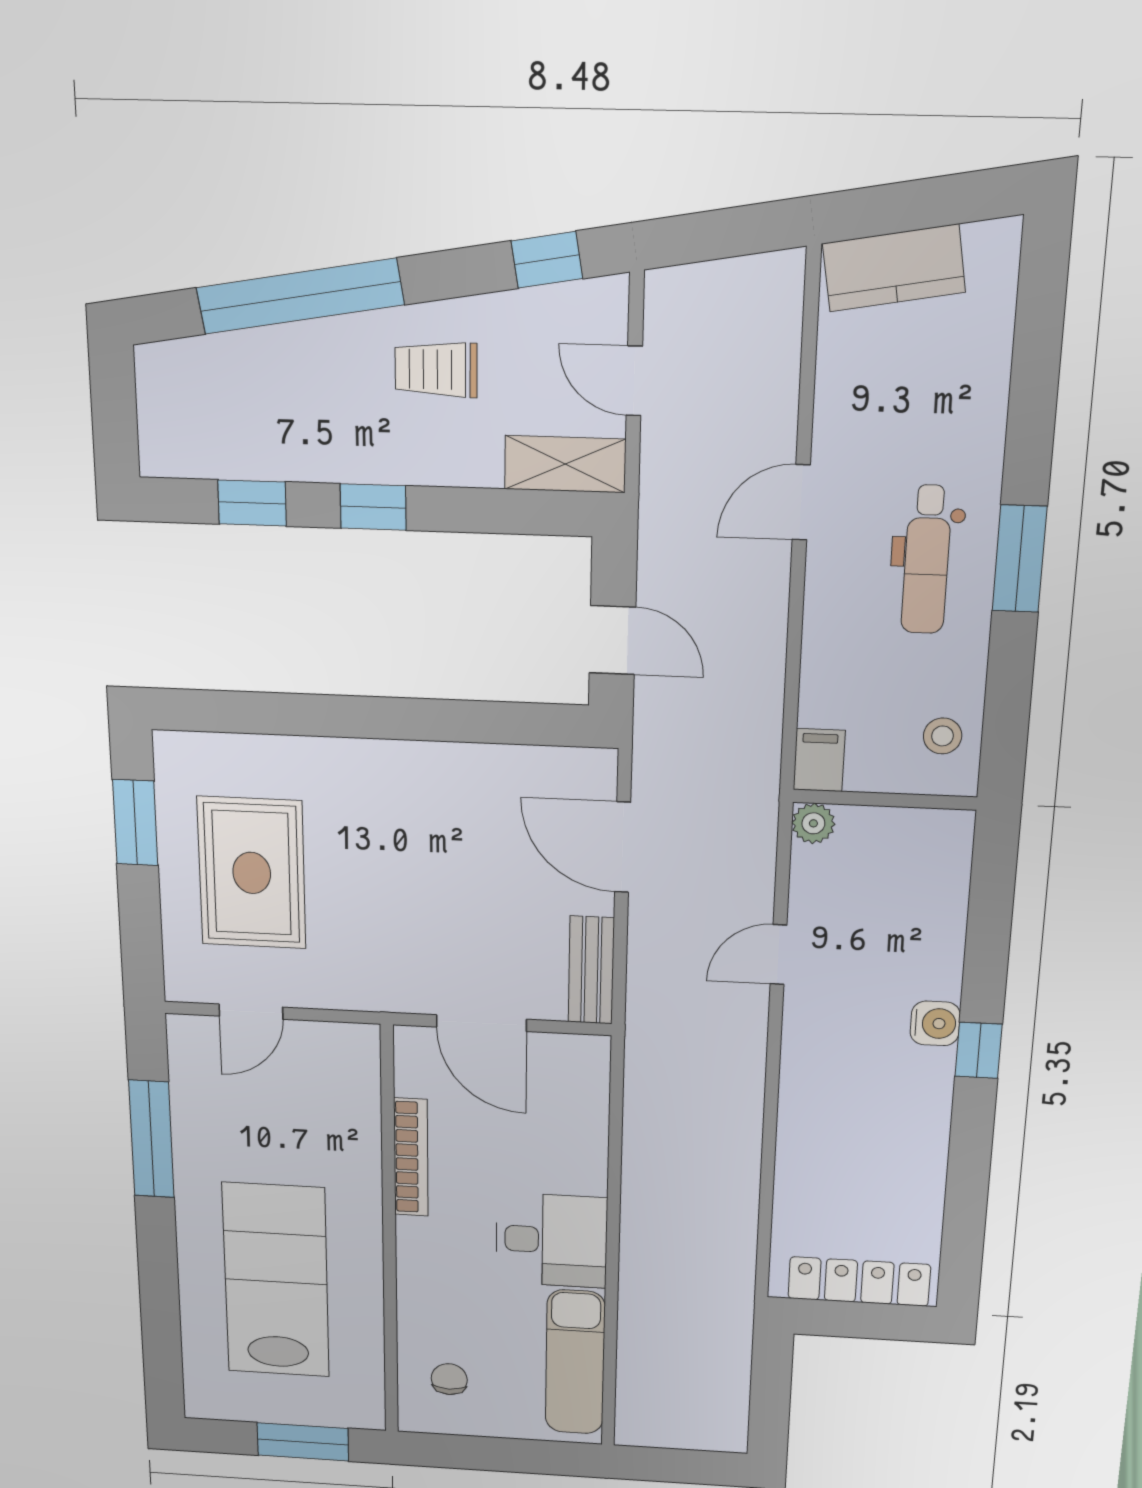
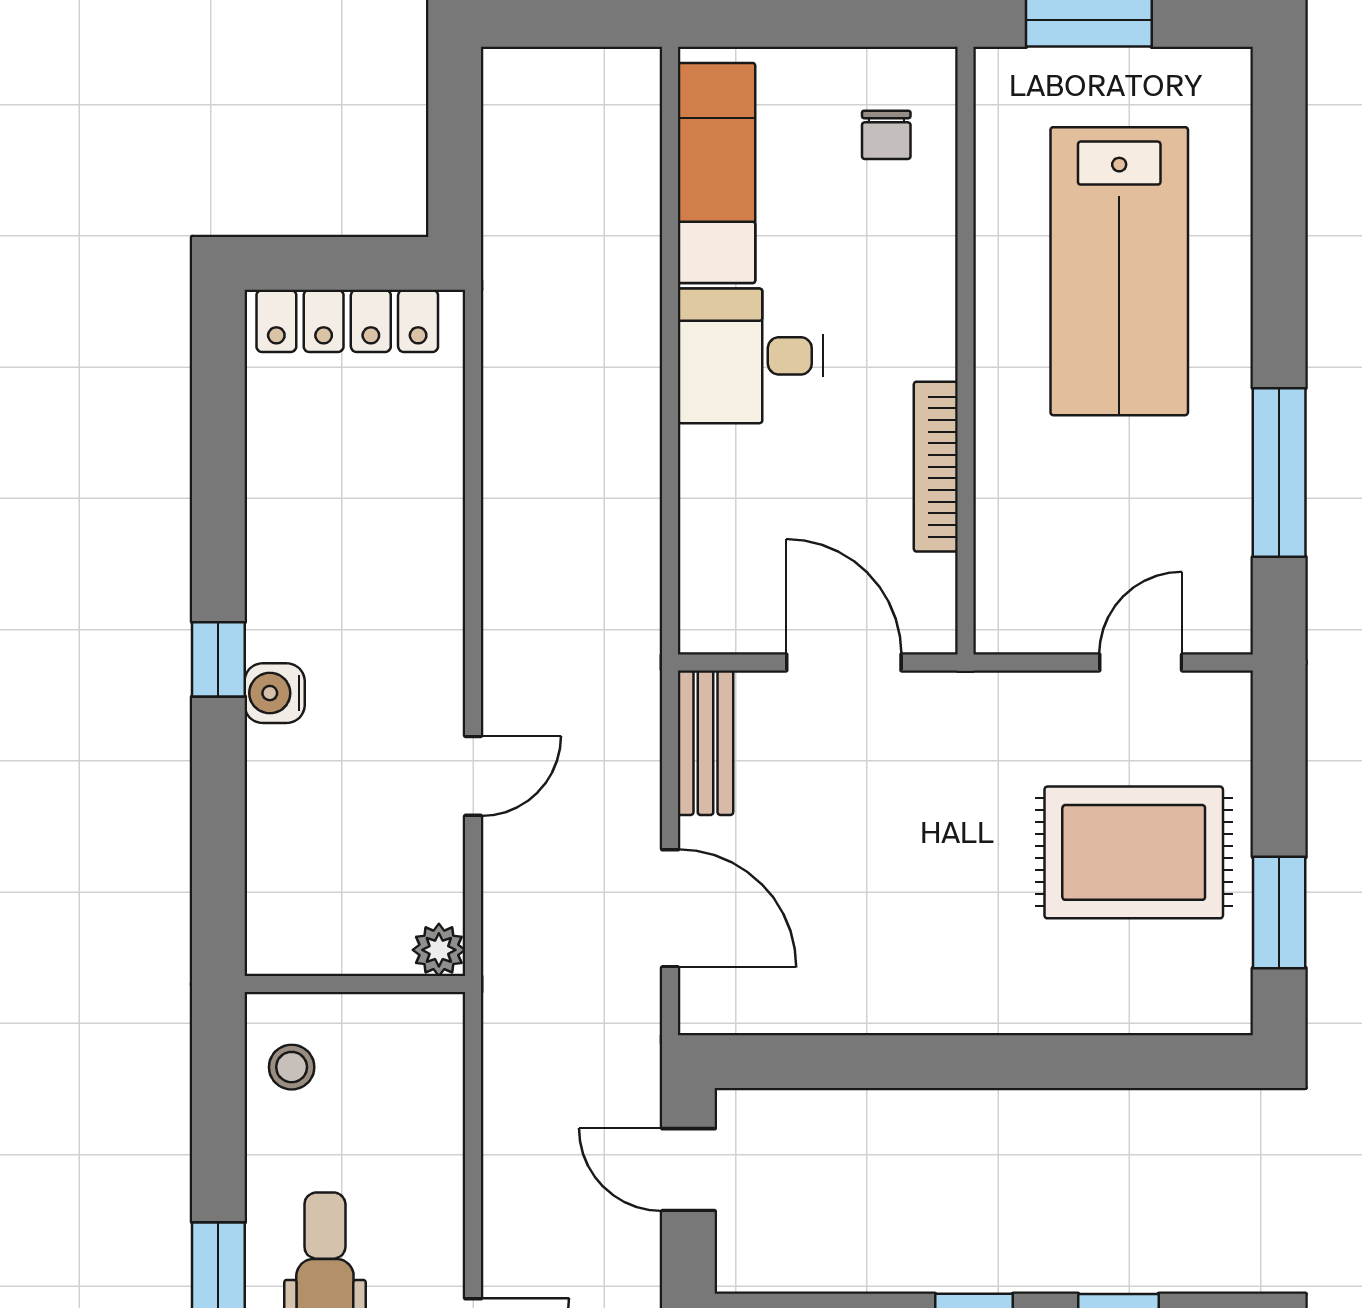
filing cabinet: (819, 760) -> (436, 1031), removed
rug: (252, 873) -> (1134, 852), turned 90

